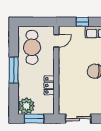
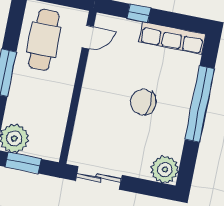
locker: (49, 85) -> (60, 111), removed

